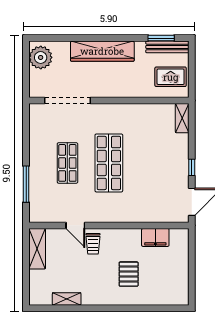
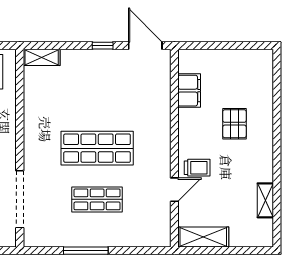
window: (26, 184) -> (86, 251), moved
pallet: (129, 274) -> (234, 124), turned 90

